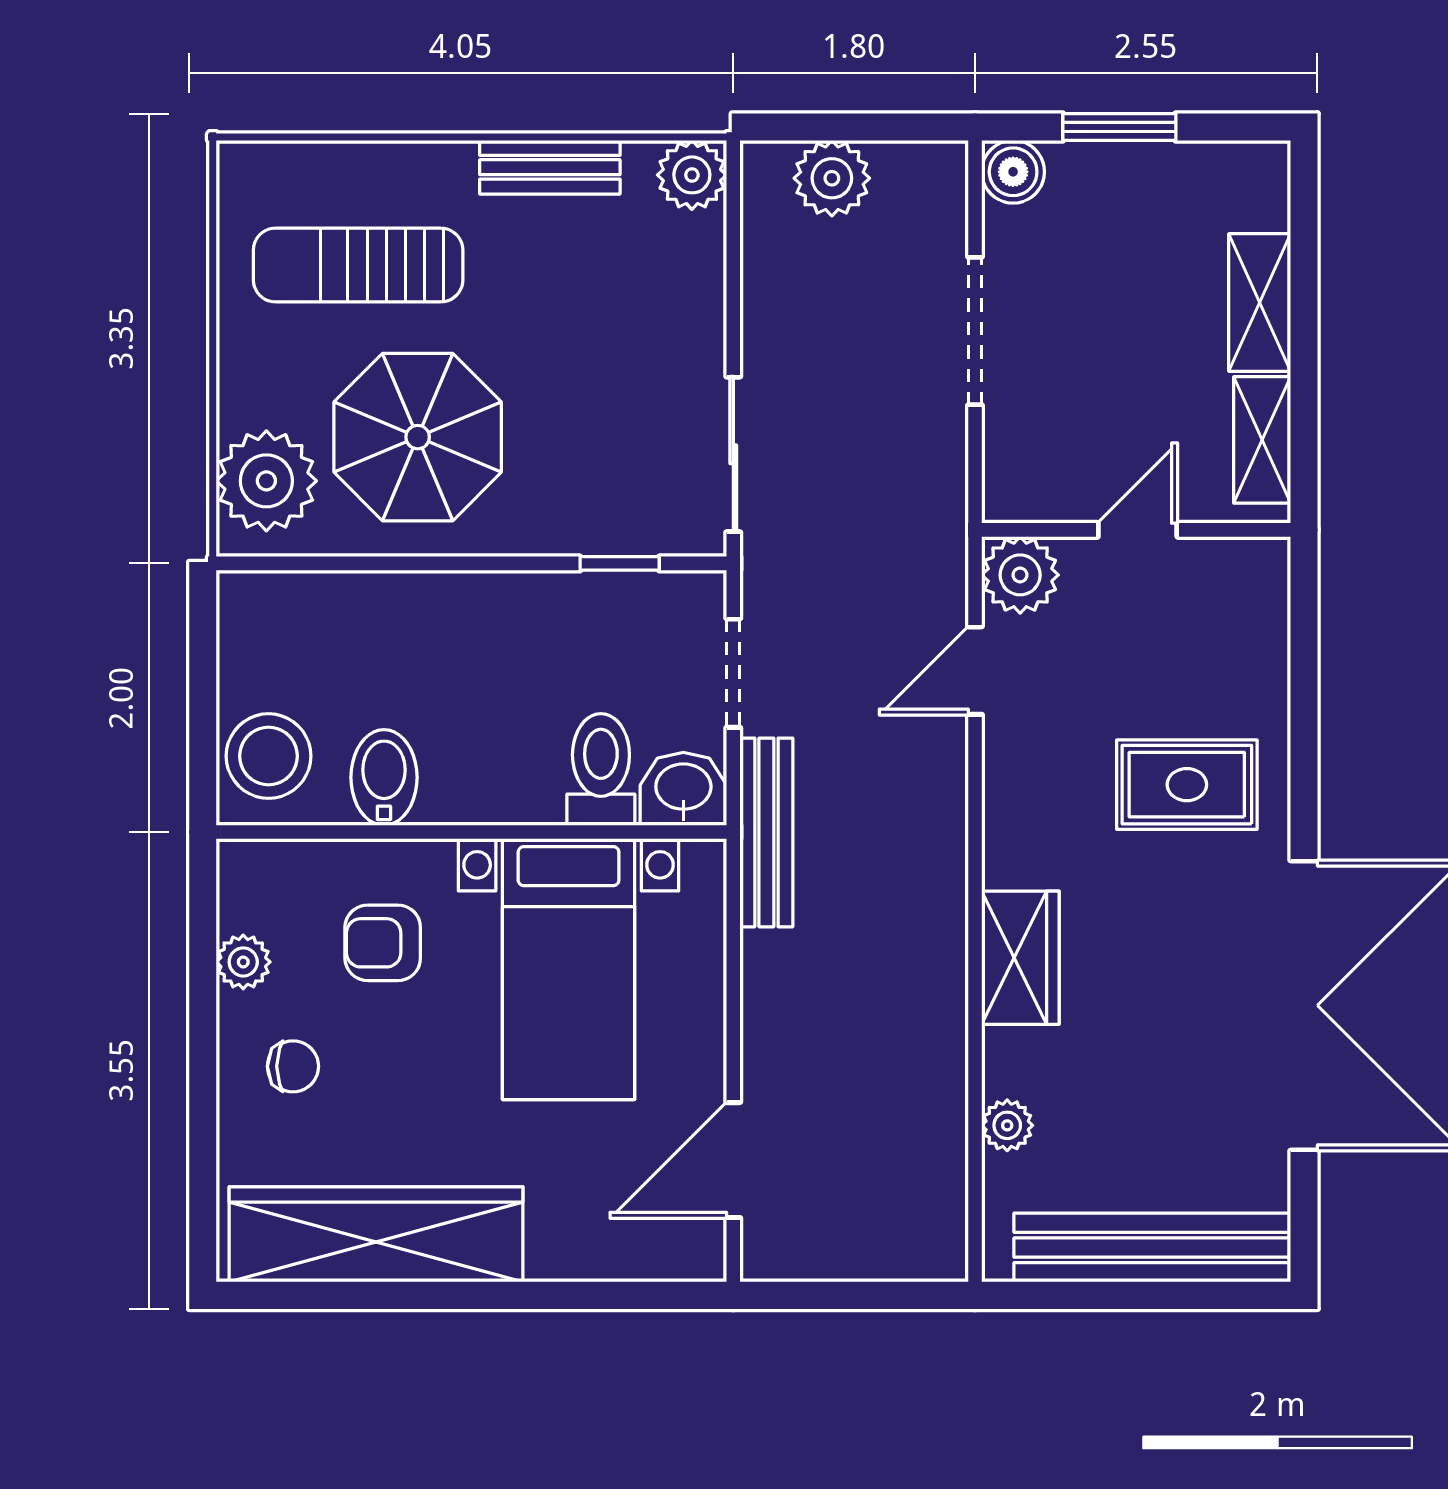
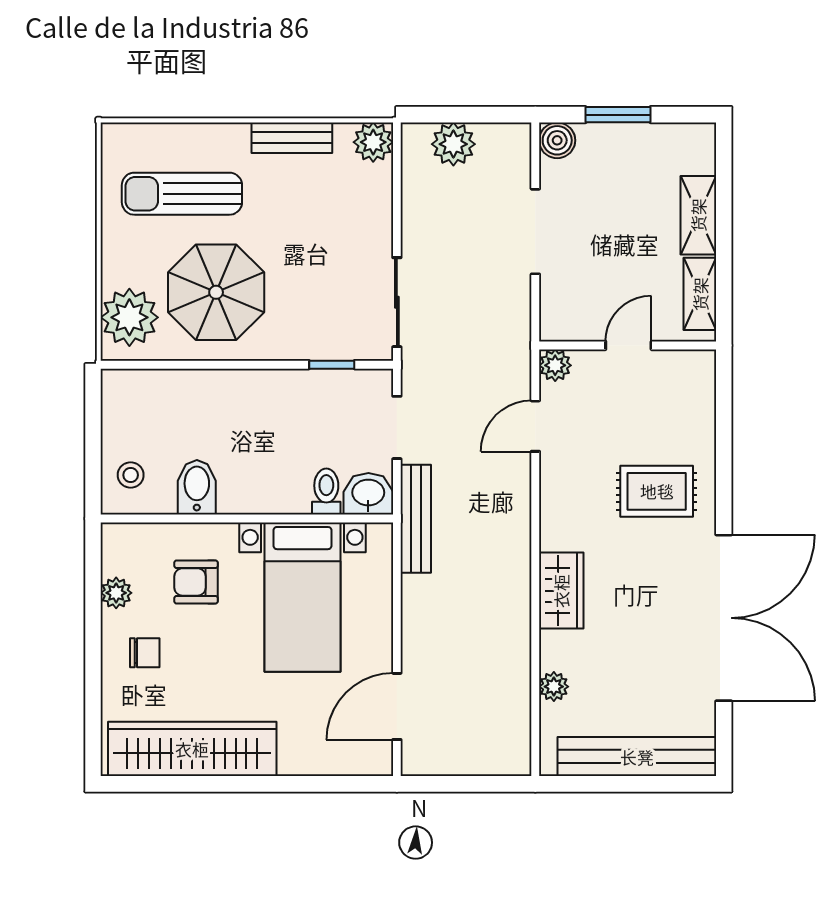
plant: (1020, 575) -> (555, 365), width x0.73, depth x0.73
stool: (269, 756) -> (131, 475), width x0.53, depth x0.53
toilet: (601, 769) -> (326, 492), width x0.73, depth x0.72

